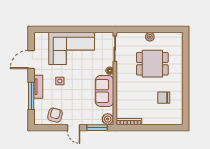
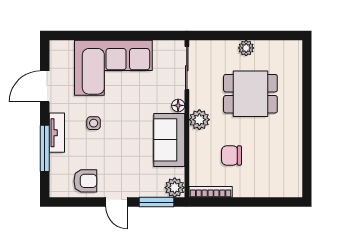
plant: (122, 79) -> (199, 120), added
chair: (164, 98) -> (231, 155), moved
armchair: (55, 115) -> (85, 181), turned 76

